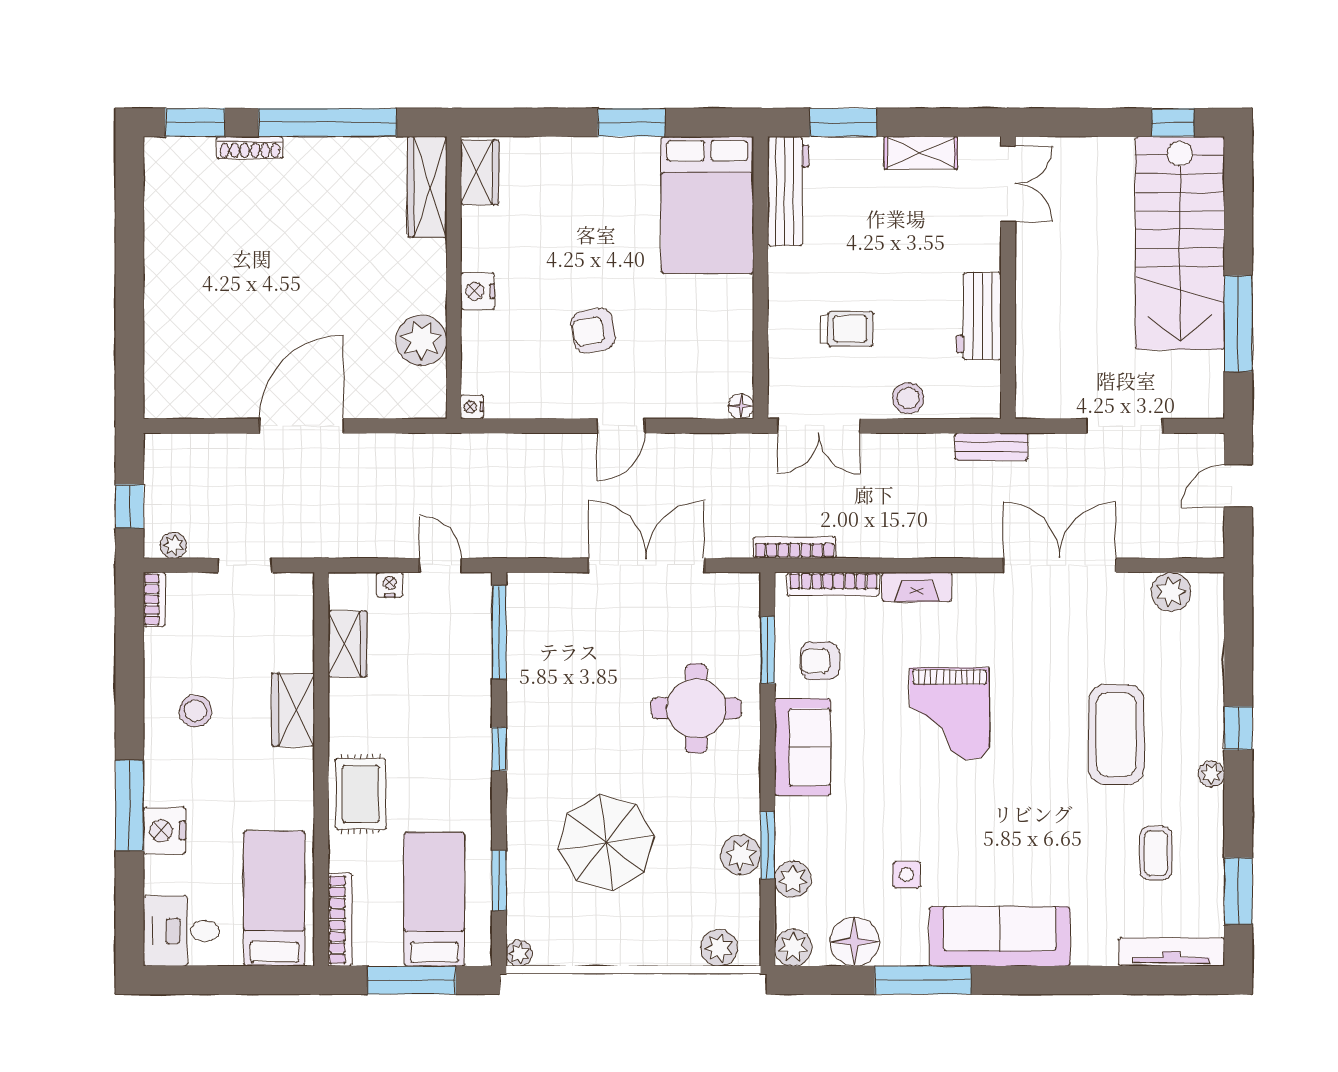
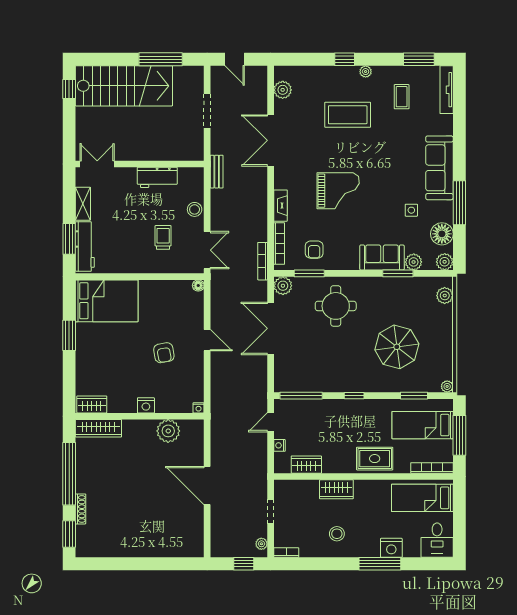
workbench: (788, 191) -> (85, 246), moved, turned 90
sofa: (803, 747) -> (382, 258), moved
coffee table: (1156, 853) -> (402, 97), turned 90
plant: (741, 855) -> (283, 286), moved

